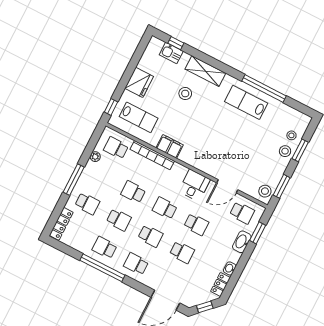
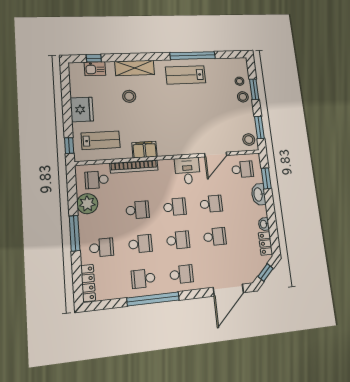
plant: (95, 157) -> (87, 204), width x1.88, depth x1.88
school desk: (133, 192) -> (137, 210), turned 180
school desk: (165, 208) -> (175, 207), turned 180
school desk: (136, 264) -> (181, 274), turned 180

